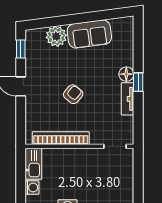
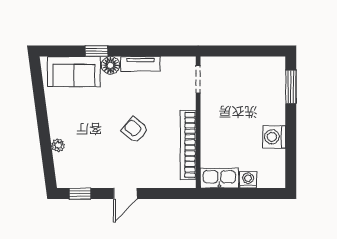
sofa: (89, 34) -> (74, 71), moved, turned 98
plant: (56, 36) -> (58, 145), width x0.53, depth x0.53
window: (138, 82) -> (97, 51), moved

